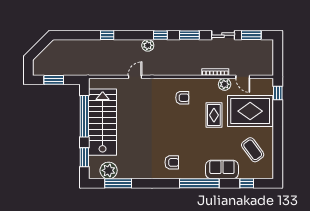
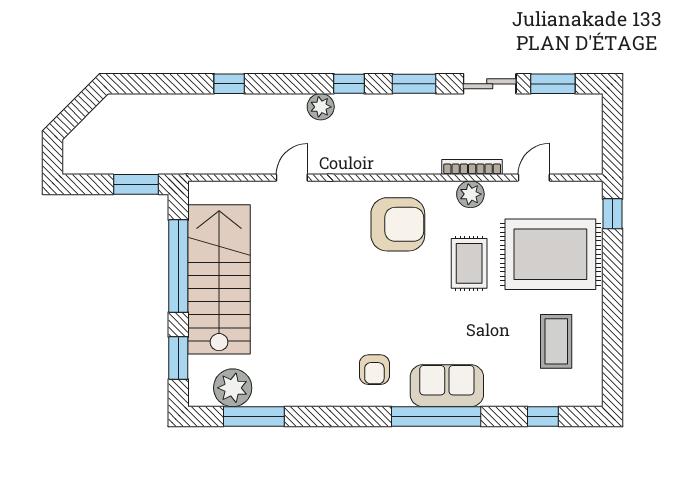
door: (243, 77) -> (534, 178), swing flipped
window: (54, 80) -> (136, 184), moved
plant: (225, 84) -> (470, 194), moved
armchair: (182, 98) -> (398, 224), width x1.88, depth x1.88
coffee table: (253, 150) -> (556, 341), turned 36
armchair: (172, 162) -> (374, 370), turned 90
sofa: (222, 170) -> (447, 386), moved

